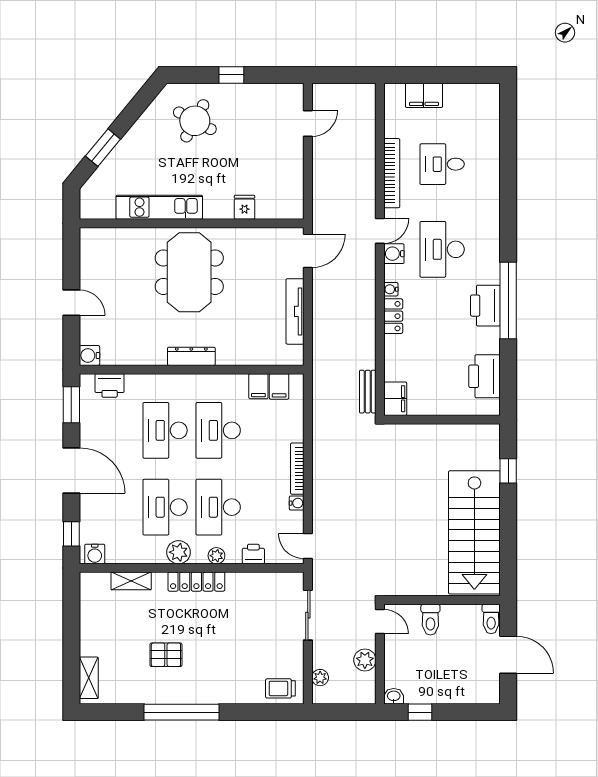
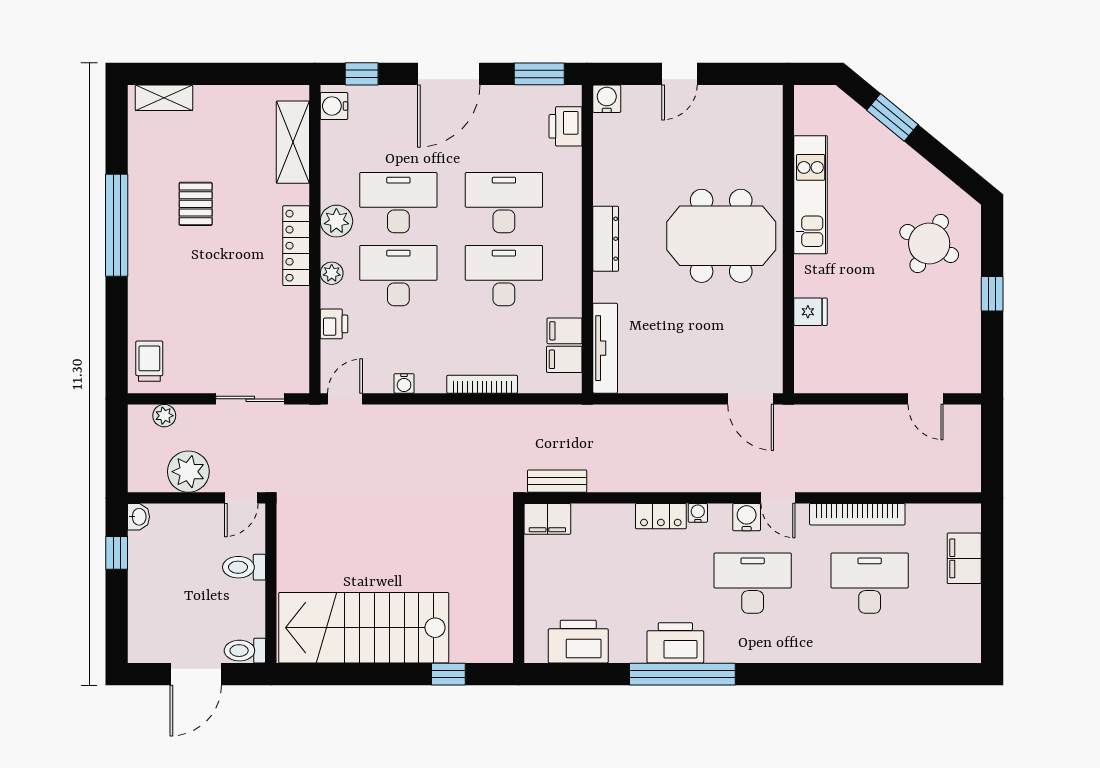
desk: (442, 164) -> (870, 583), width x1.37
tv unit: (295, 311) -> (605, 348), moved, turned 90
bookcase: (297, 469) -> (482, 384), moved
shelving: (131, 581) -> (293, 142), width x1.50, depth x1.33
plant: (365, 660) -> (188, 472), width x1.36, depth x1.36

